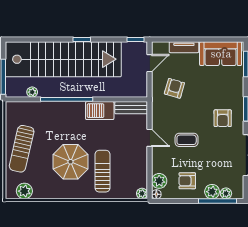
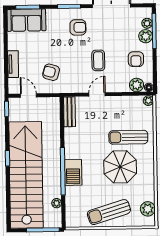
sofa: (221, 54) -> (26, 20), moved, turned 90
barbecue: (100, 111) -> (73, 172), moved
sun lounger: (22, 149) -> (109, 212), turned 150

